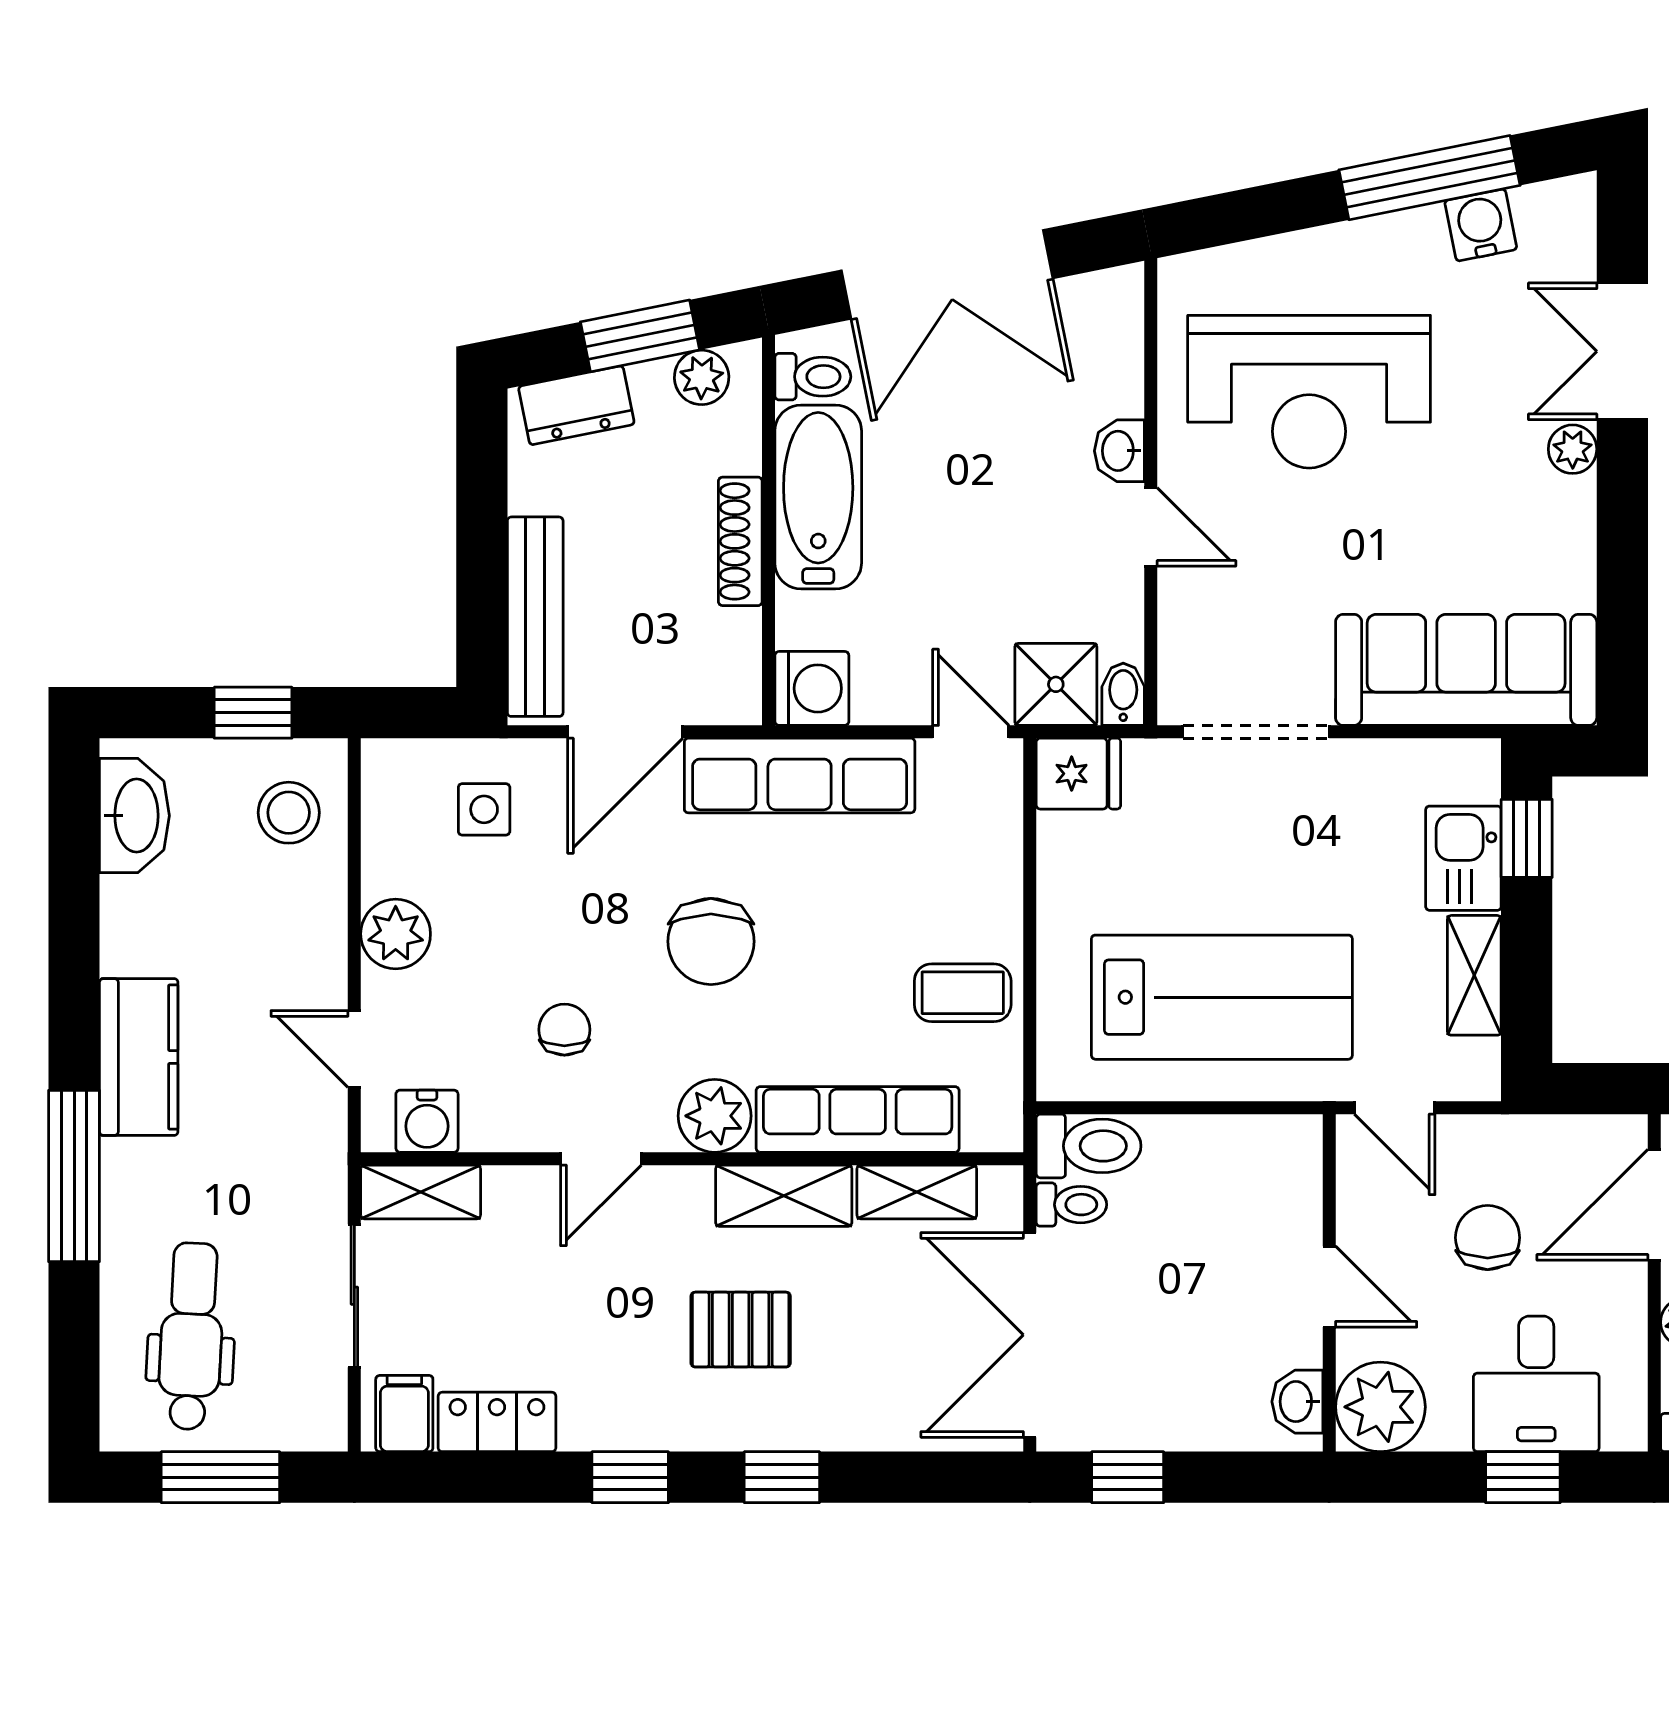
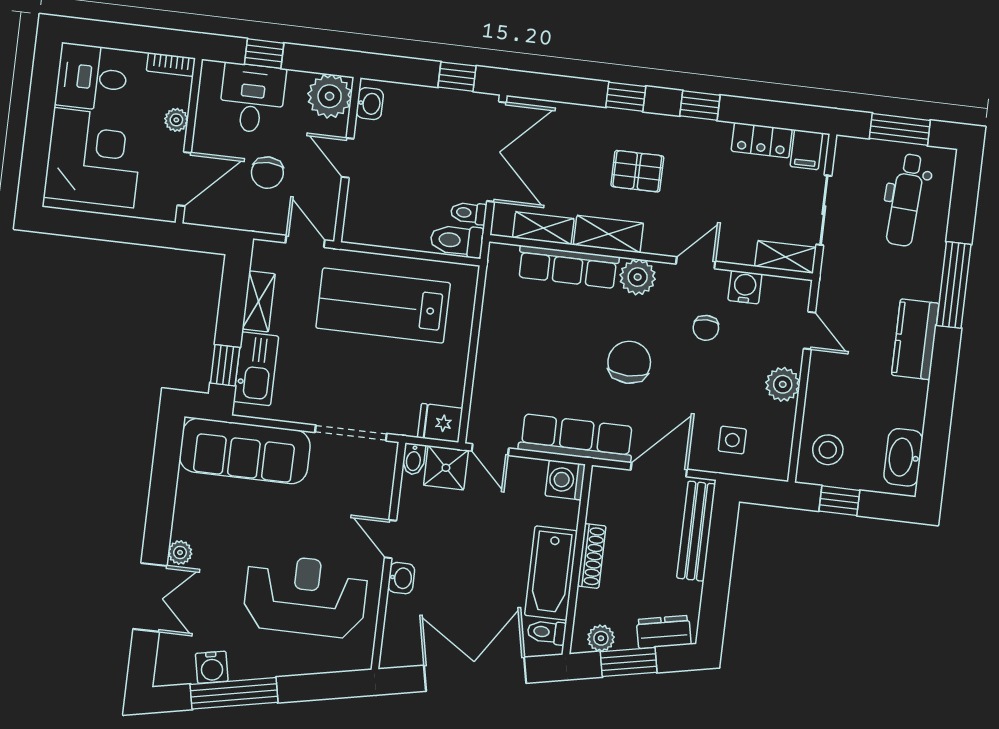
kitchen sink: (1463, 858) -> (256, 369), width x1.38
coffee table: (963, 993) -> (509, 323), removed
water cooler: (427, 1121) -> (745, 287), moved

